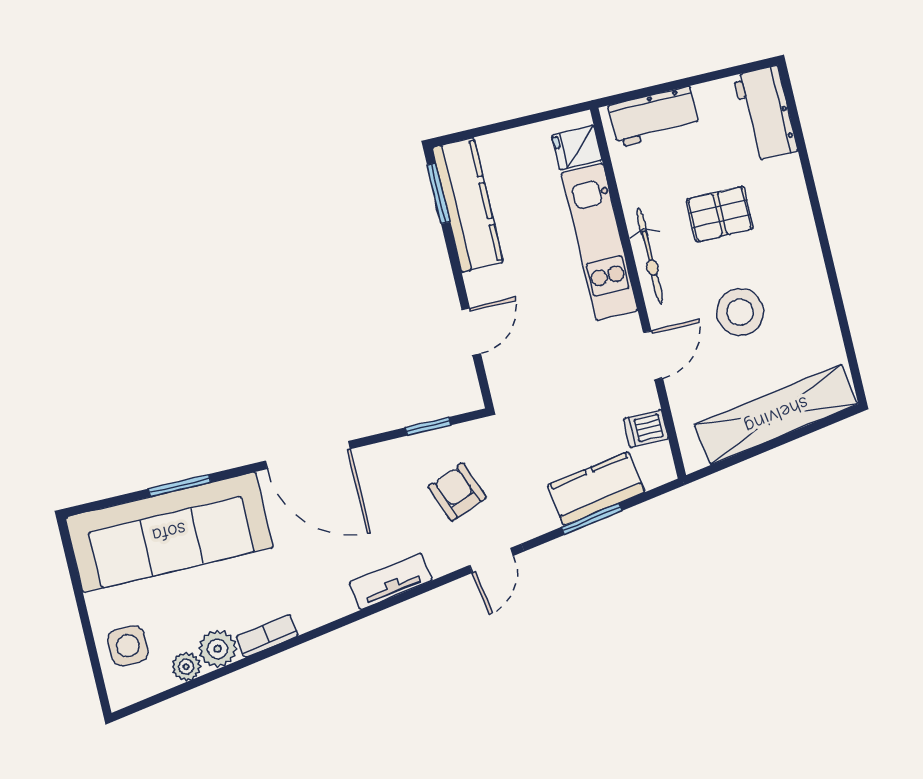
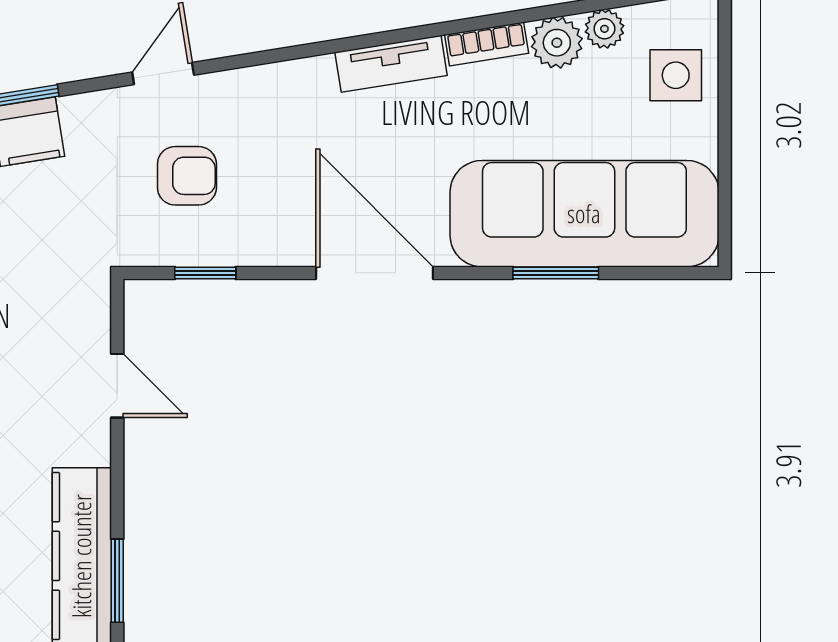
door: (471, 332) -> (117, 386), swing flipped
armchair: (457, 492) -> (187, 176), turned -69
tv unit: (391, 581) -> (391, 64), moved

